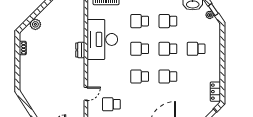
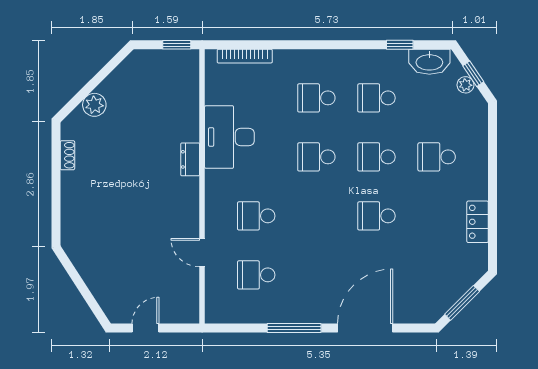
desk: (102, 39) -> (229, 137), width x0.73, depth x0.77
school desk: (140, 77) -> (256, 216), moved
locker: (215, 92) -> (478, 222), moved
door: (86, 94) -> (202, 253), swing flipped

